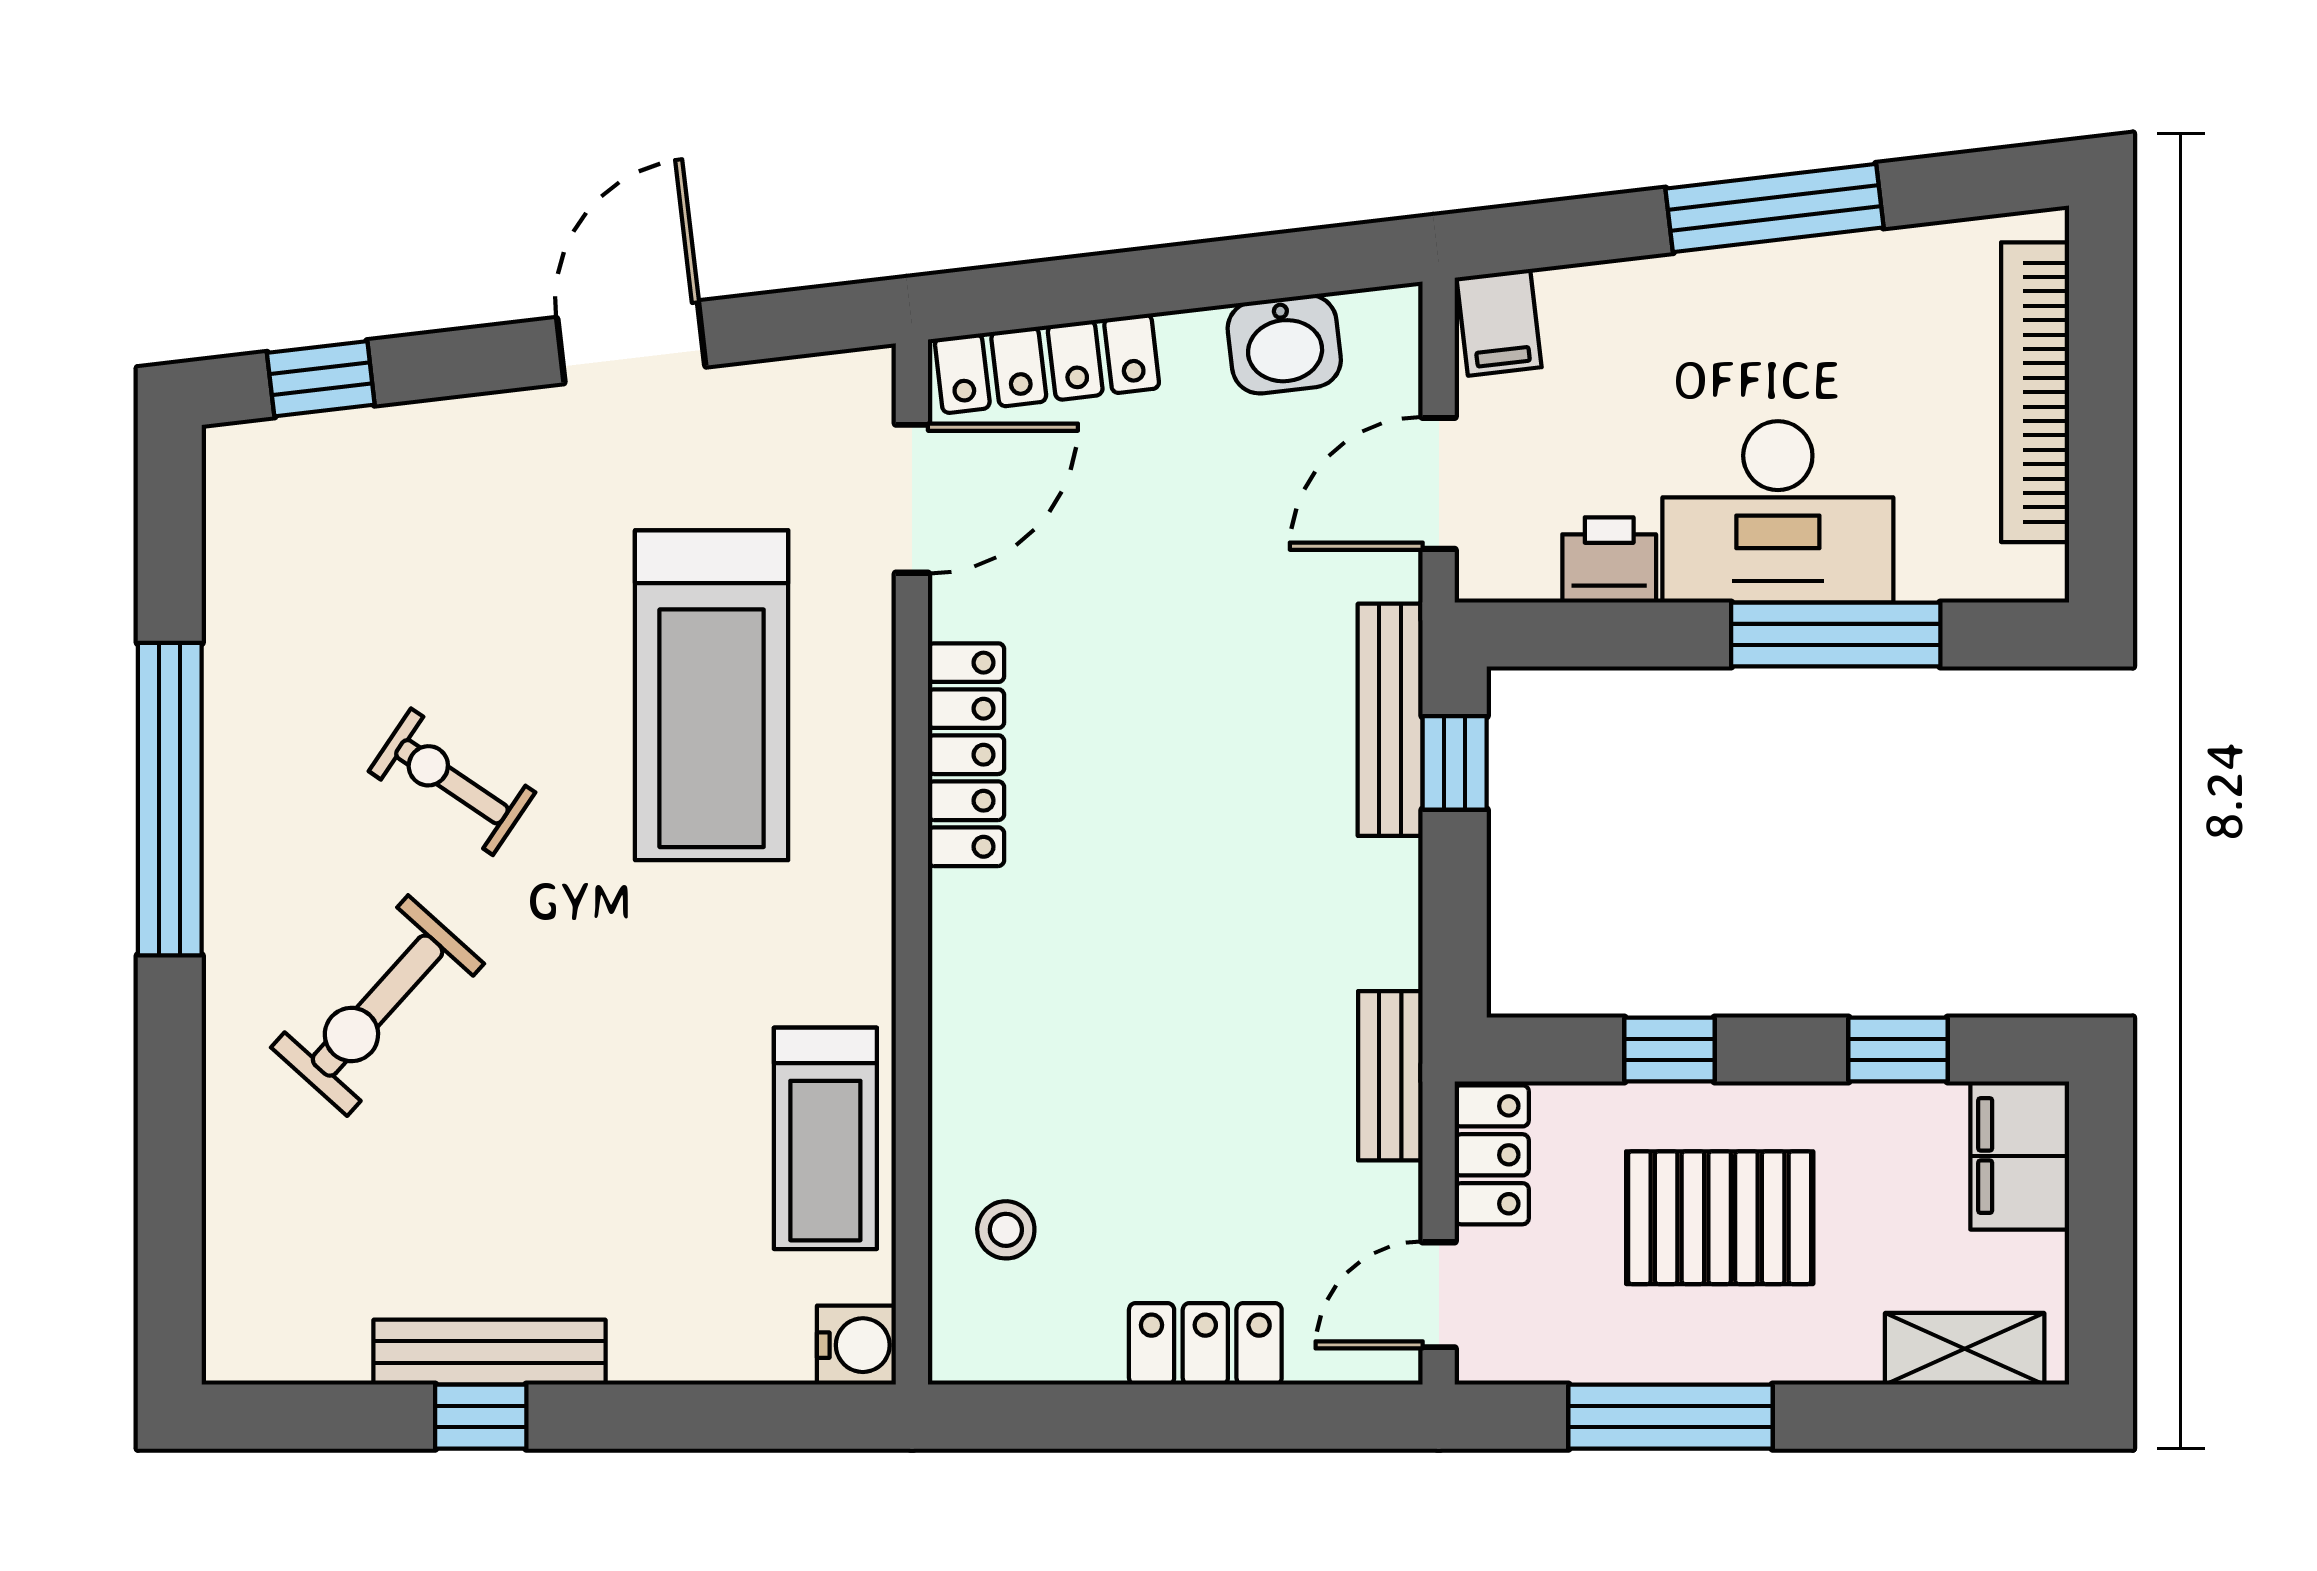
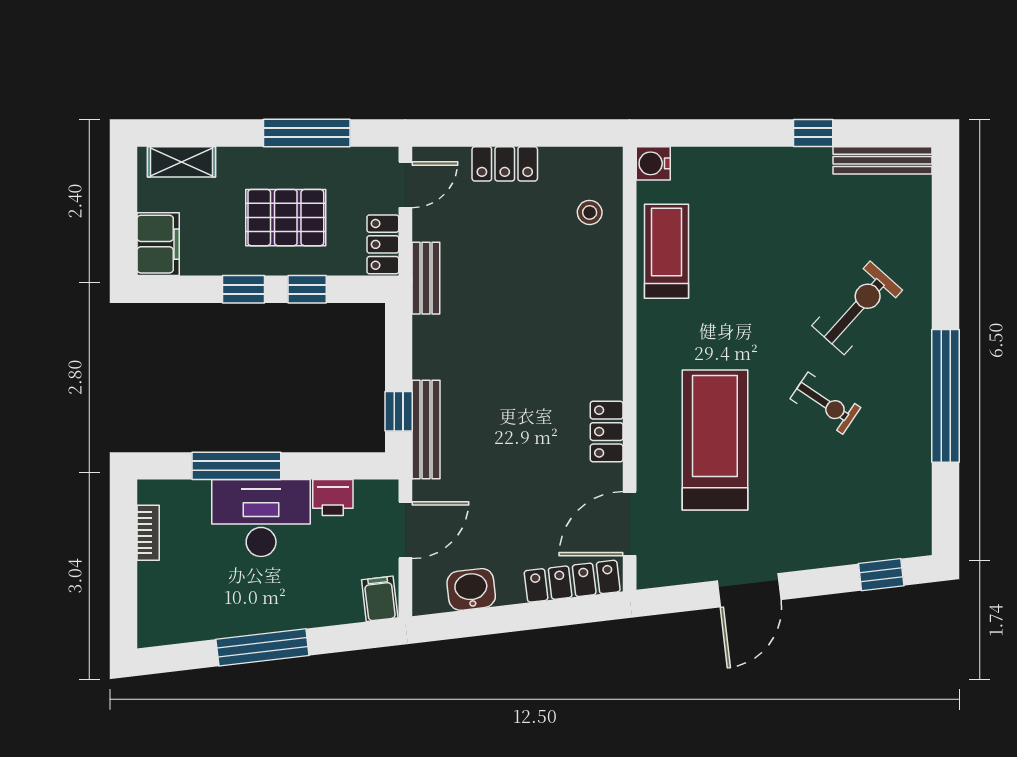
bookcase: (2035, 392) -> (148, 533), width x0.43, depth x0.76
locker: (966, 755) -> (607, 432), width x0.66
window: (1898, 1049) -> (244, 289), moved
bench: (489, 1352) -> (883, 160), moved

